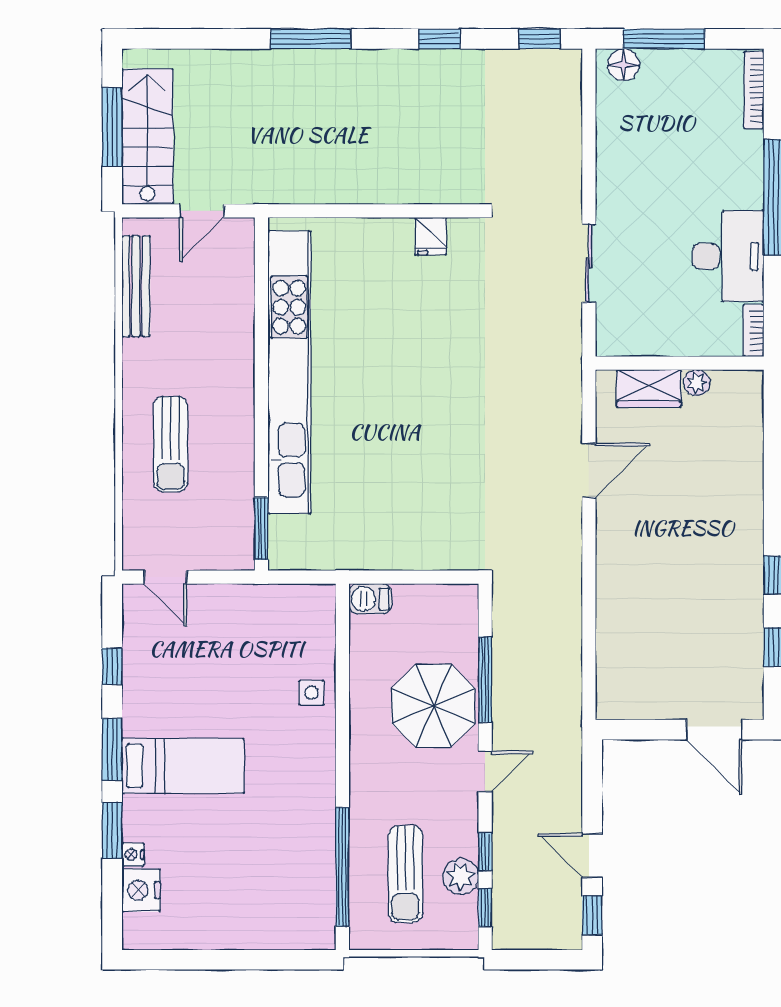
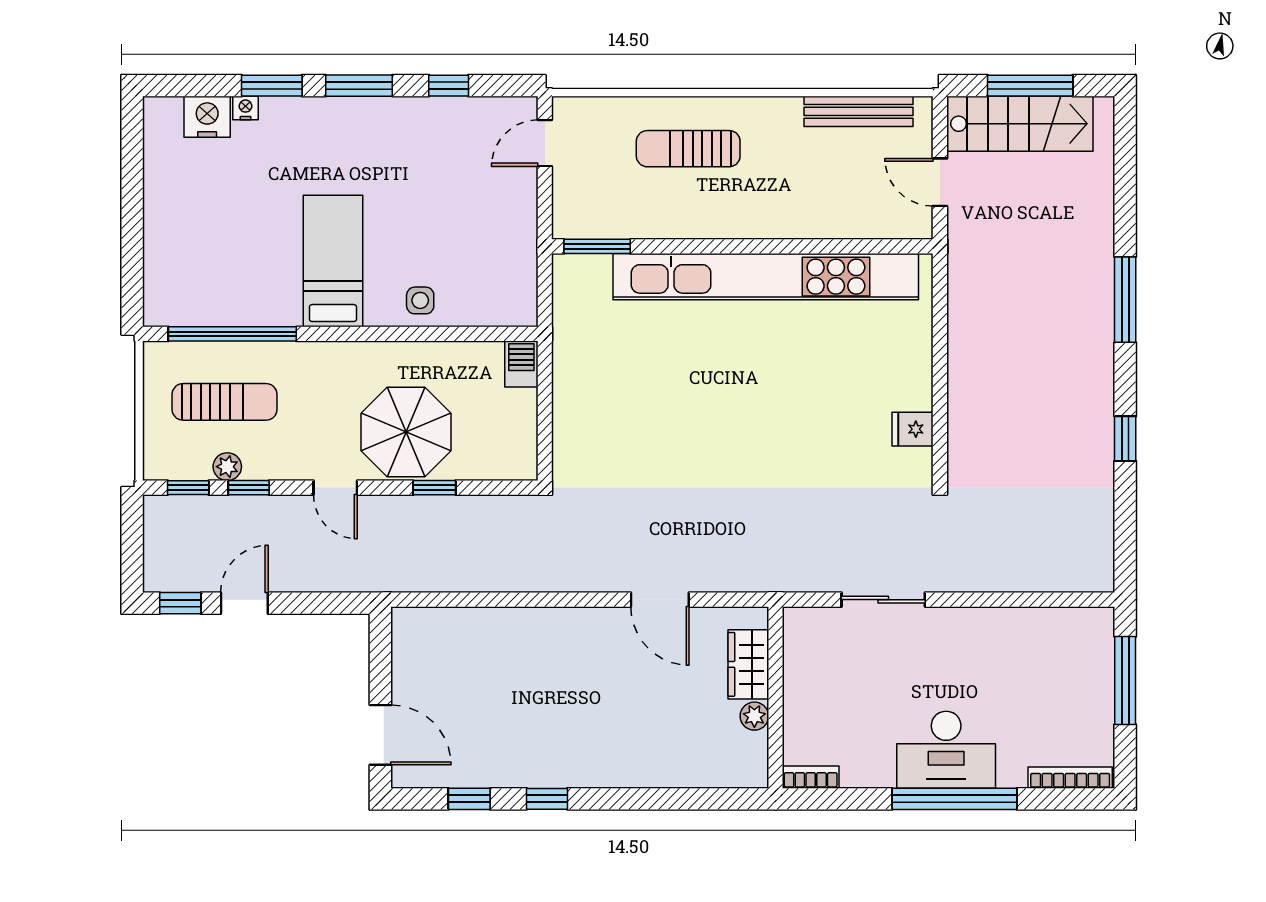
window: (539, 39) -> (1125, 546), removed
floor lamp: (623, 65) -> (1097, 637), removed
desk: (728, 256) -> (946, 750), moved
window: (485, 679) -> (434, 488), width x0.46
door: (714, 730) -> (380, 735), swing flipped
bed: (183, 766) -> (333, 261), moved, turned 180
sun lounger: (405, 874) -> (225, 402), turned 180
plant: (461, 876) -> (227, 467), width x0.73, depth x0.73

